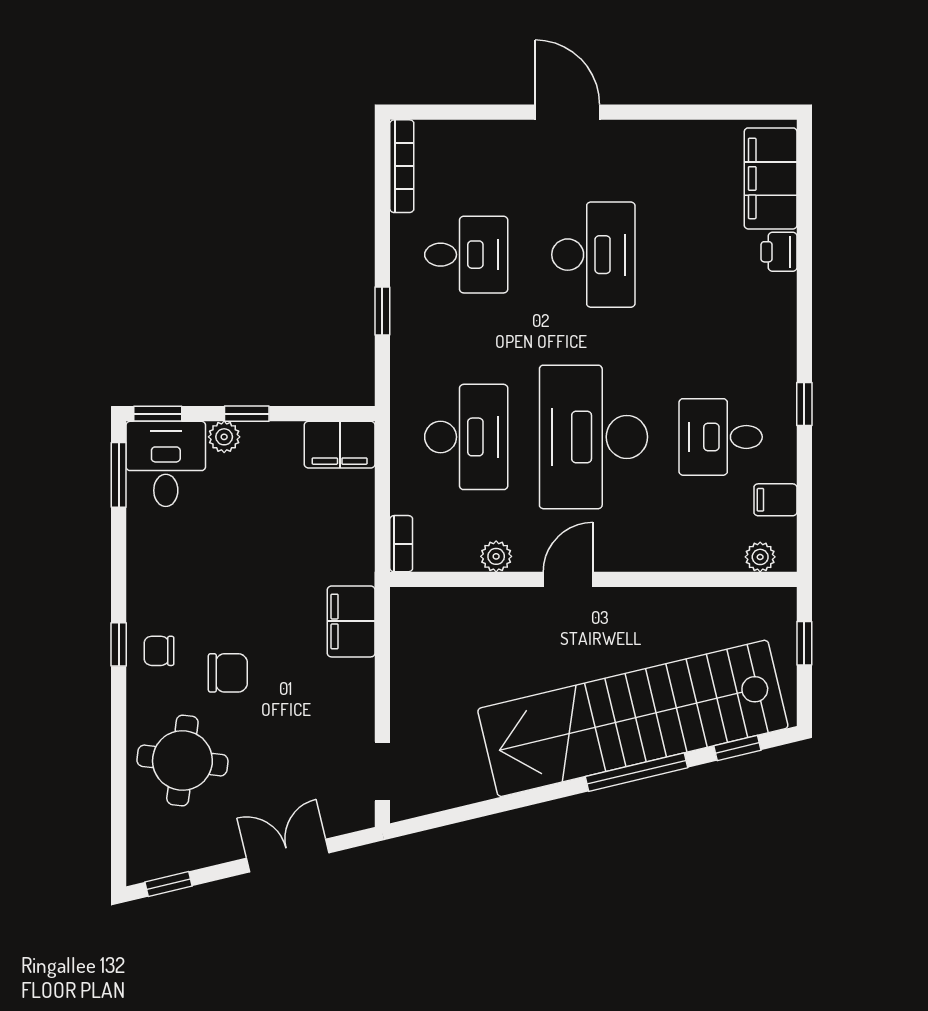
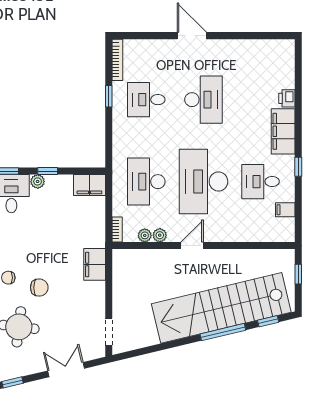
filing cabinet: (771, 178) -> (283, 131), moved
desk: (466, 255) -> (146, 100), turned 180
window: (382, 311) -> (109, 96), moved
desk: (466, 437) -> (146, 182), turned 180
plant: (760, 557) -> (145, 235), moved

